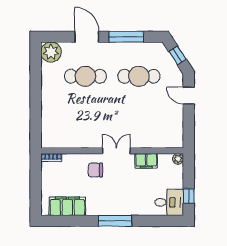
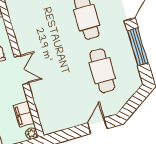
window: (177, 55) -> (134, 103), removed
filing cabinet: (146, 161) -> (24, 114), moved

